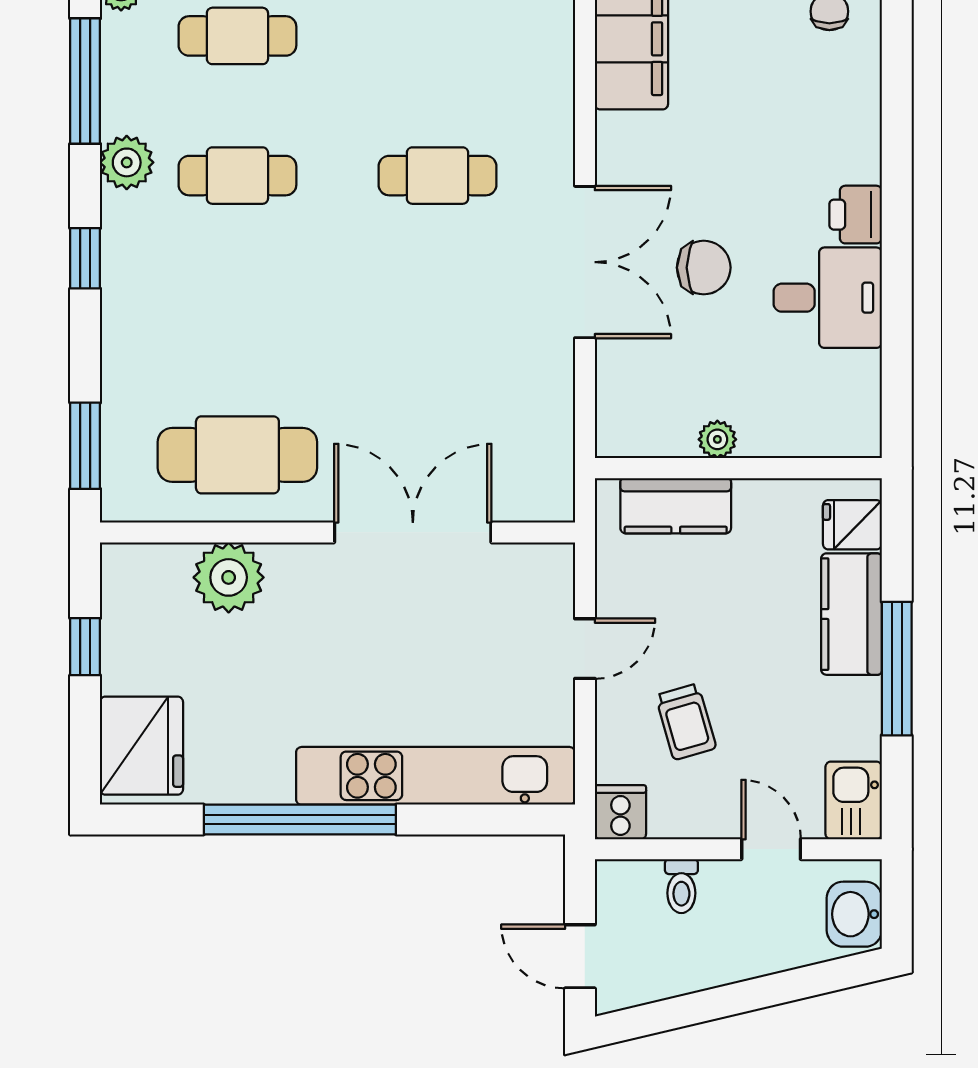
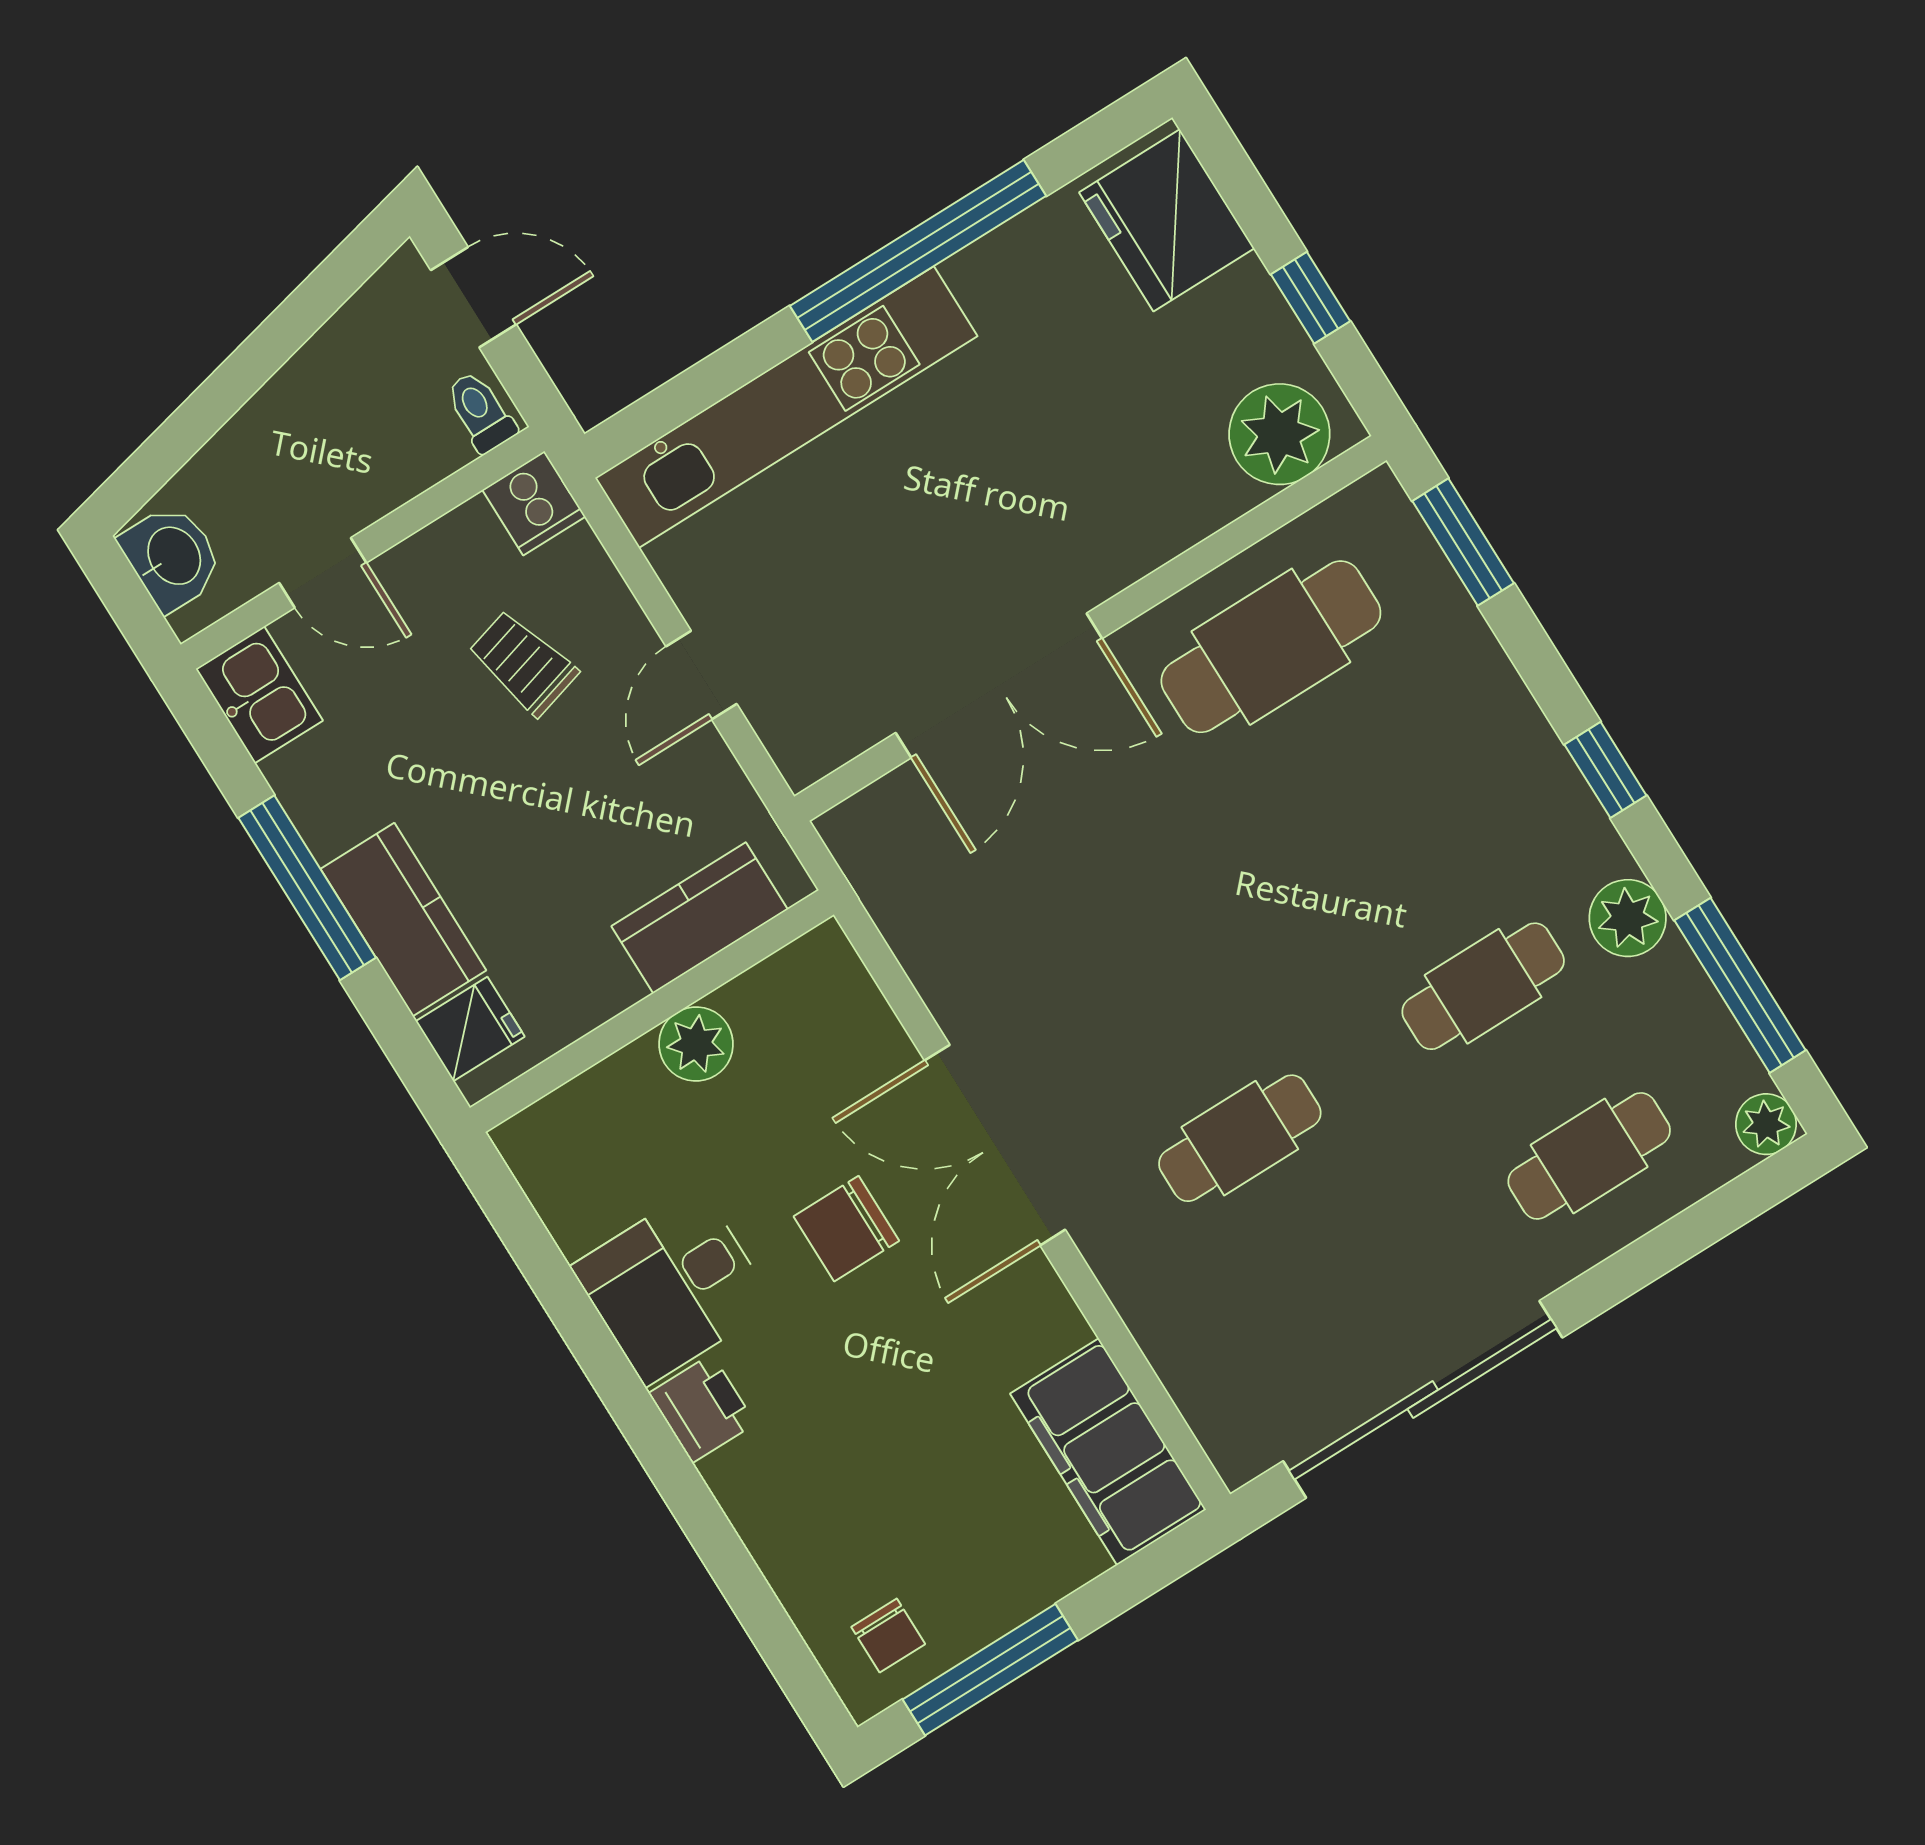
plant: (717, 439) -> (696, 1044), width x1.38, depth x1.38
plant: (229, 577) -> (1279, 434), moved
toilet: (681, 886) -> (480, 412), moved

